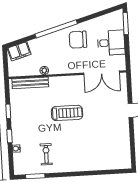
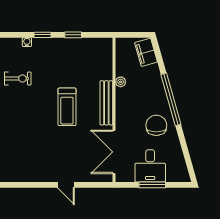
window: (126, 23) -> (152, 185), moved
bench: (30, 83) -> (106, 103), moved

